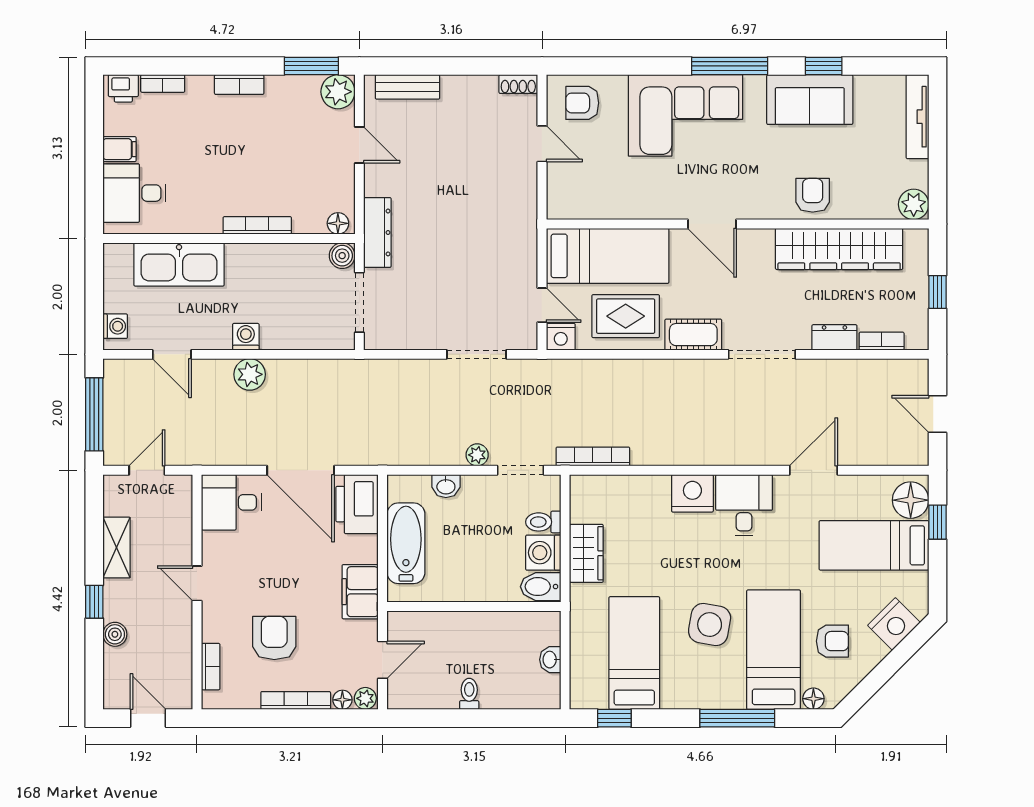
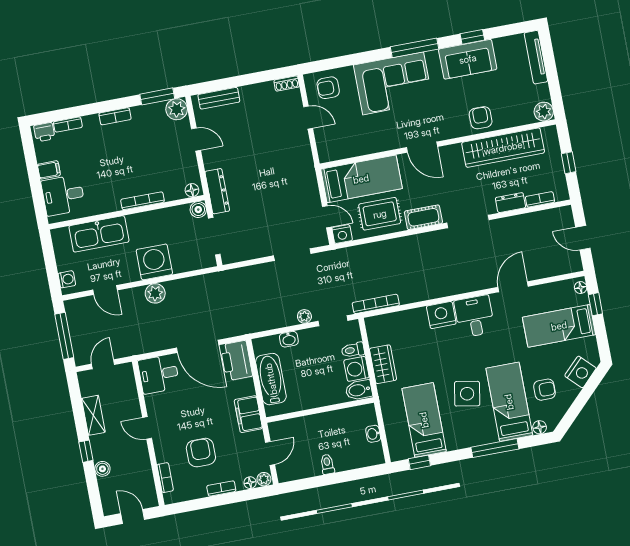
washing machine: (246, 337) -> (154, 262), width x1.89, depth x1.89
floor lamp: (911, 500) -> (581, 288), width x0.53, depth x0.53
bookcase: (296, 700) -> (221, 489), width x0.64

